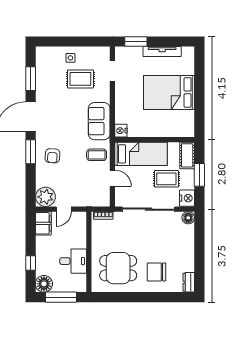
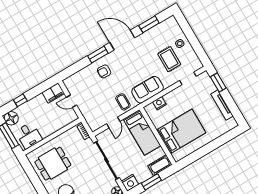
bed: (169, 92) -> (181, 131), moved, turned 90
nightstand: (121, 131) -> (159, 103), moved
rug: (166, 179) -> (135, 160), removed
plant: (46, 197) -> (73, 84), removed
desk: (73, 261) -> (29, 135), moved
dining table: (118, 268) -> (53, 164), turned 90

